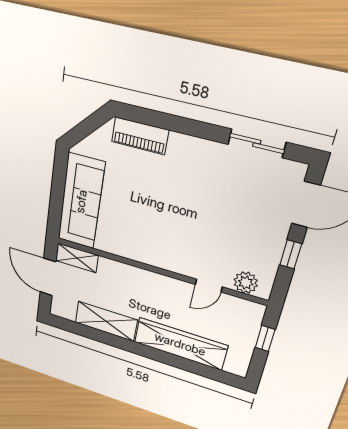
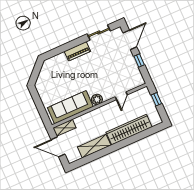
piano: (140, 136) -> (77, 51), moved
sofa: (81, 201) -> (70, 107), moved, turned -90
plant: (246, 283) -> (97, 99), moved

